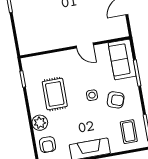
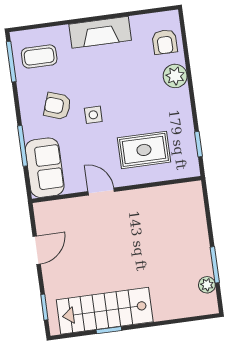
rug: (55, 94) -> (144, 150), moved, turned 90
coffee table: (129, 132) -> (39, 56), turned 90
armchair: (48, 145) -> (165, 42), turned 180

